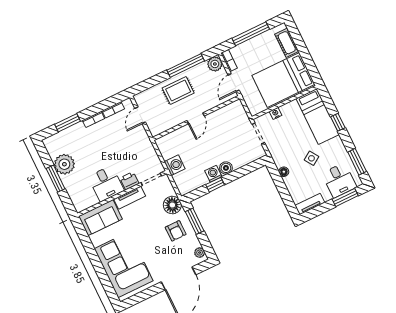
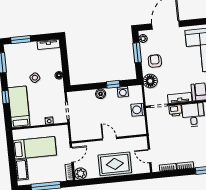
window: (186, 65) -> (103, 180), removed
bed: (283, 80) -> (35, 148), width x0.67
rug: (178, 91) -> (115, 164), width x1.36, depth x1.43
door: (140, 115) -> (150, 156), swing flipped
door: (196, 118) -> (109, 139), hinge flipped
washing machine: (213, 174) -> (123, 92), moved
desk: (339, 180) -> (20, 54), removed
window: (195, 221) -> (137, 53), moved

